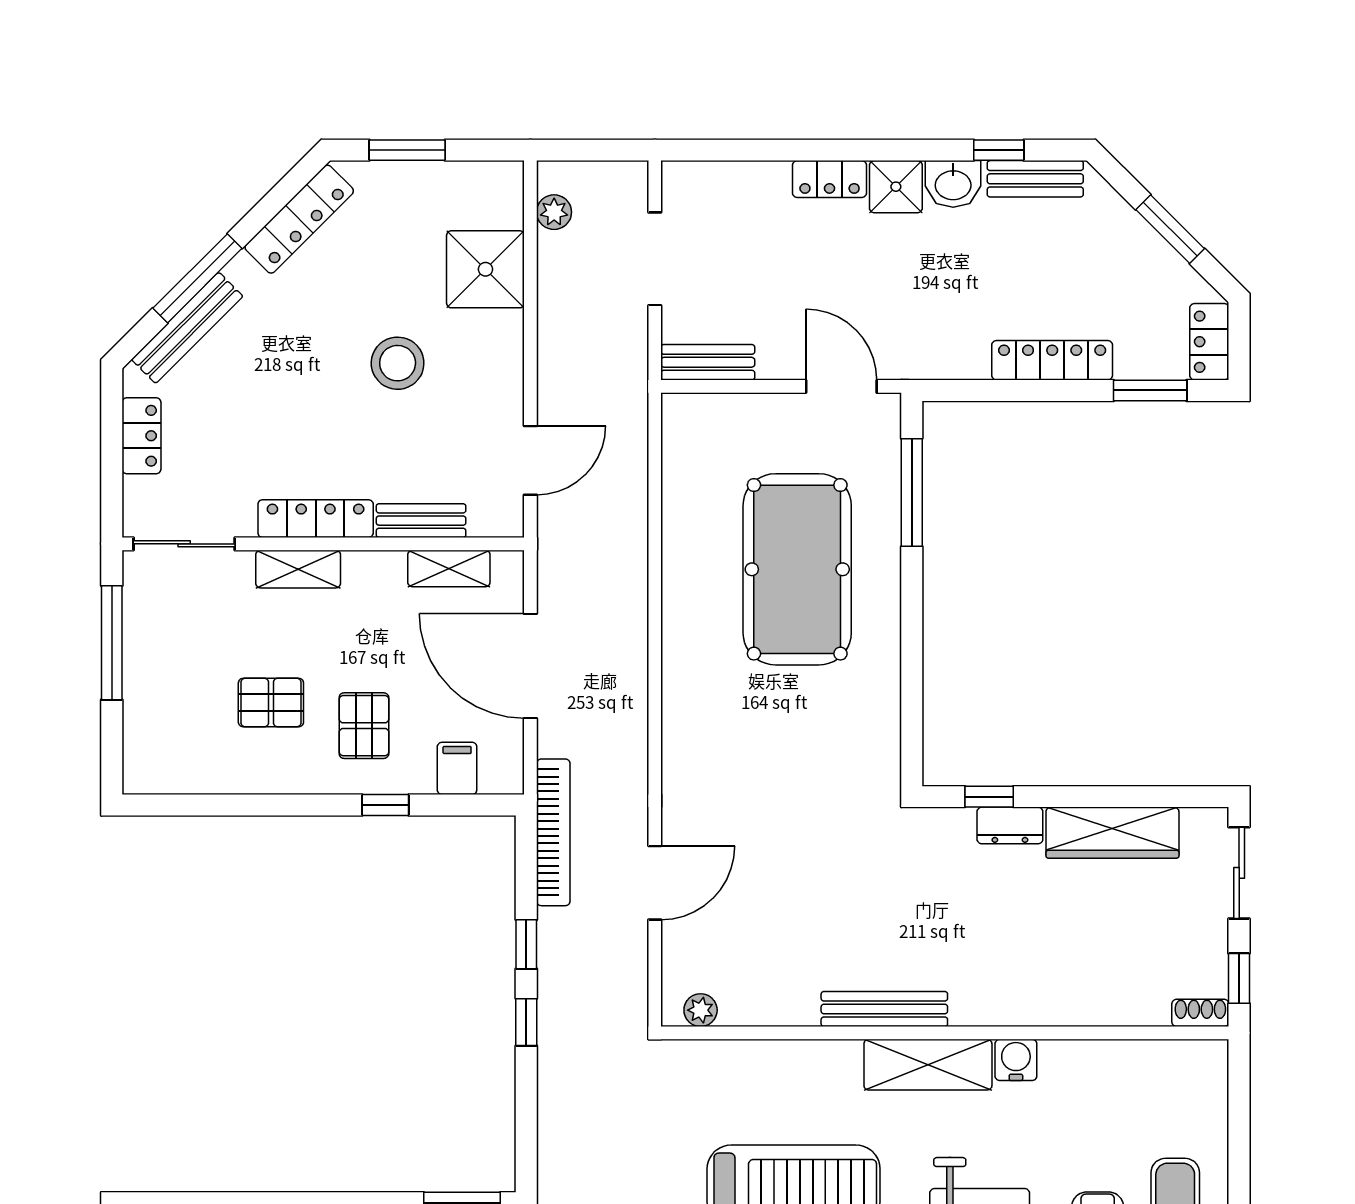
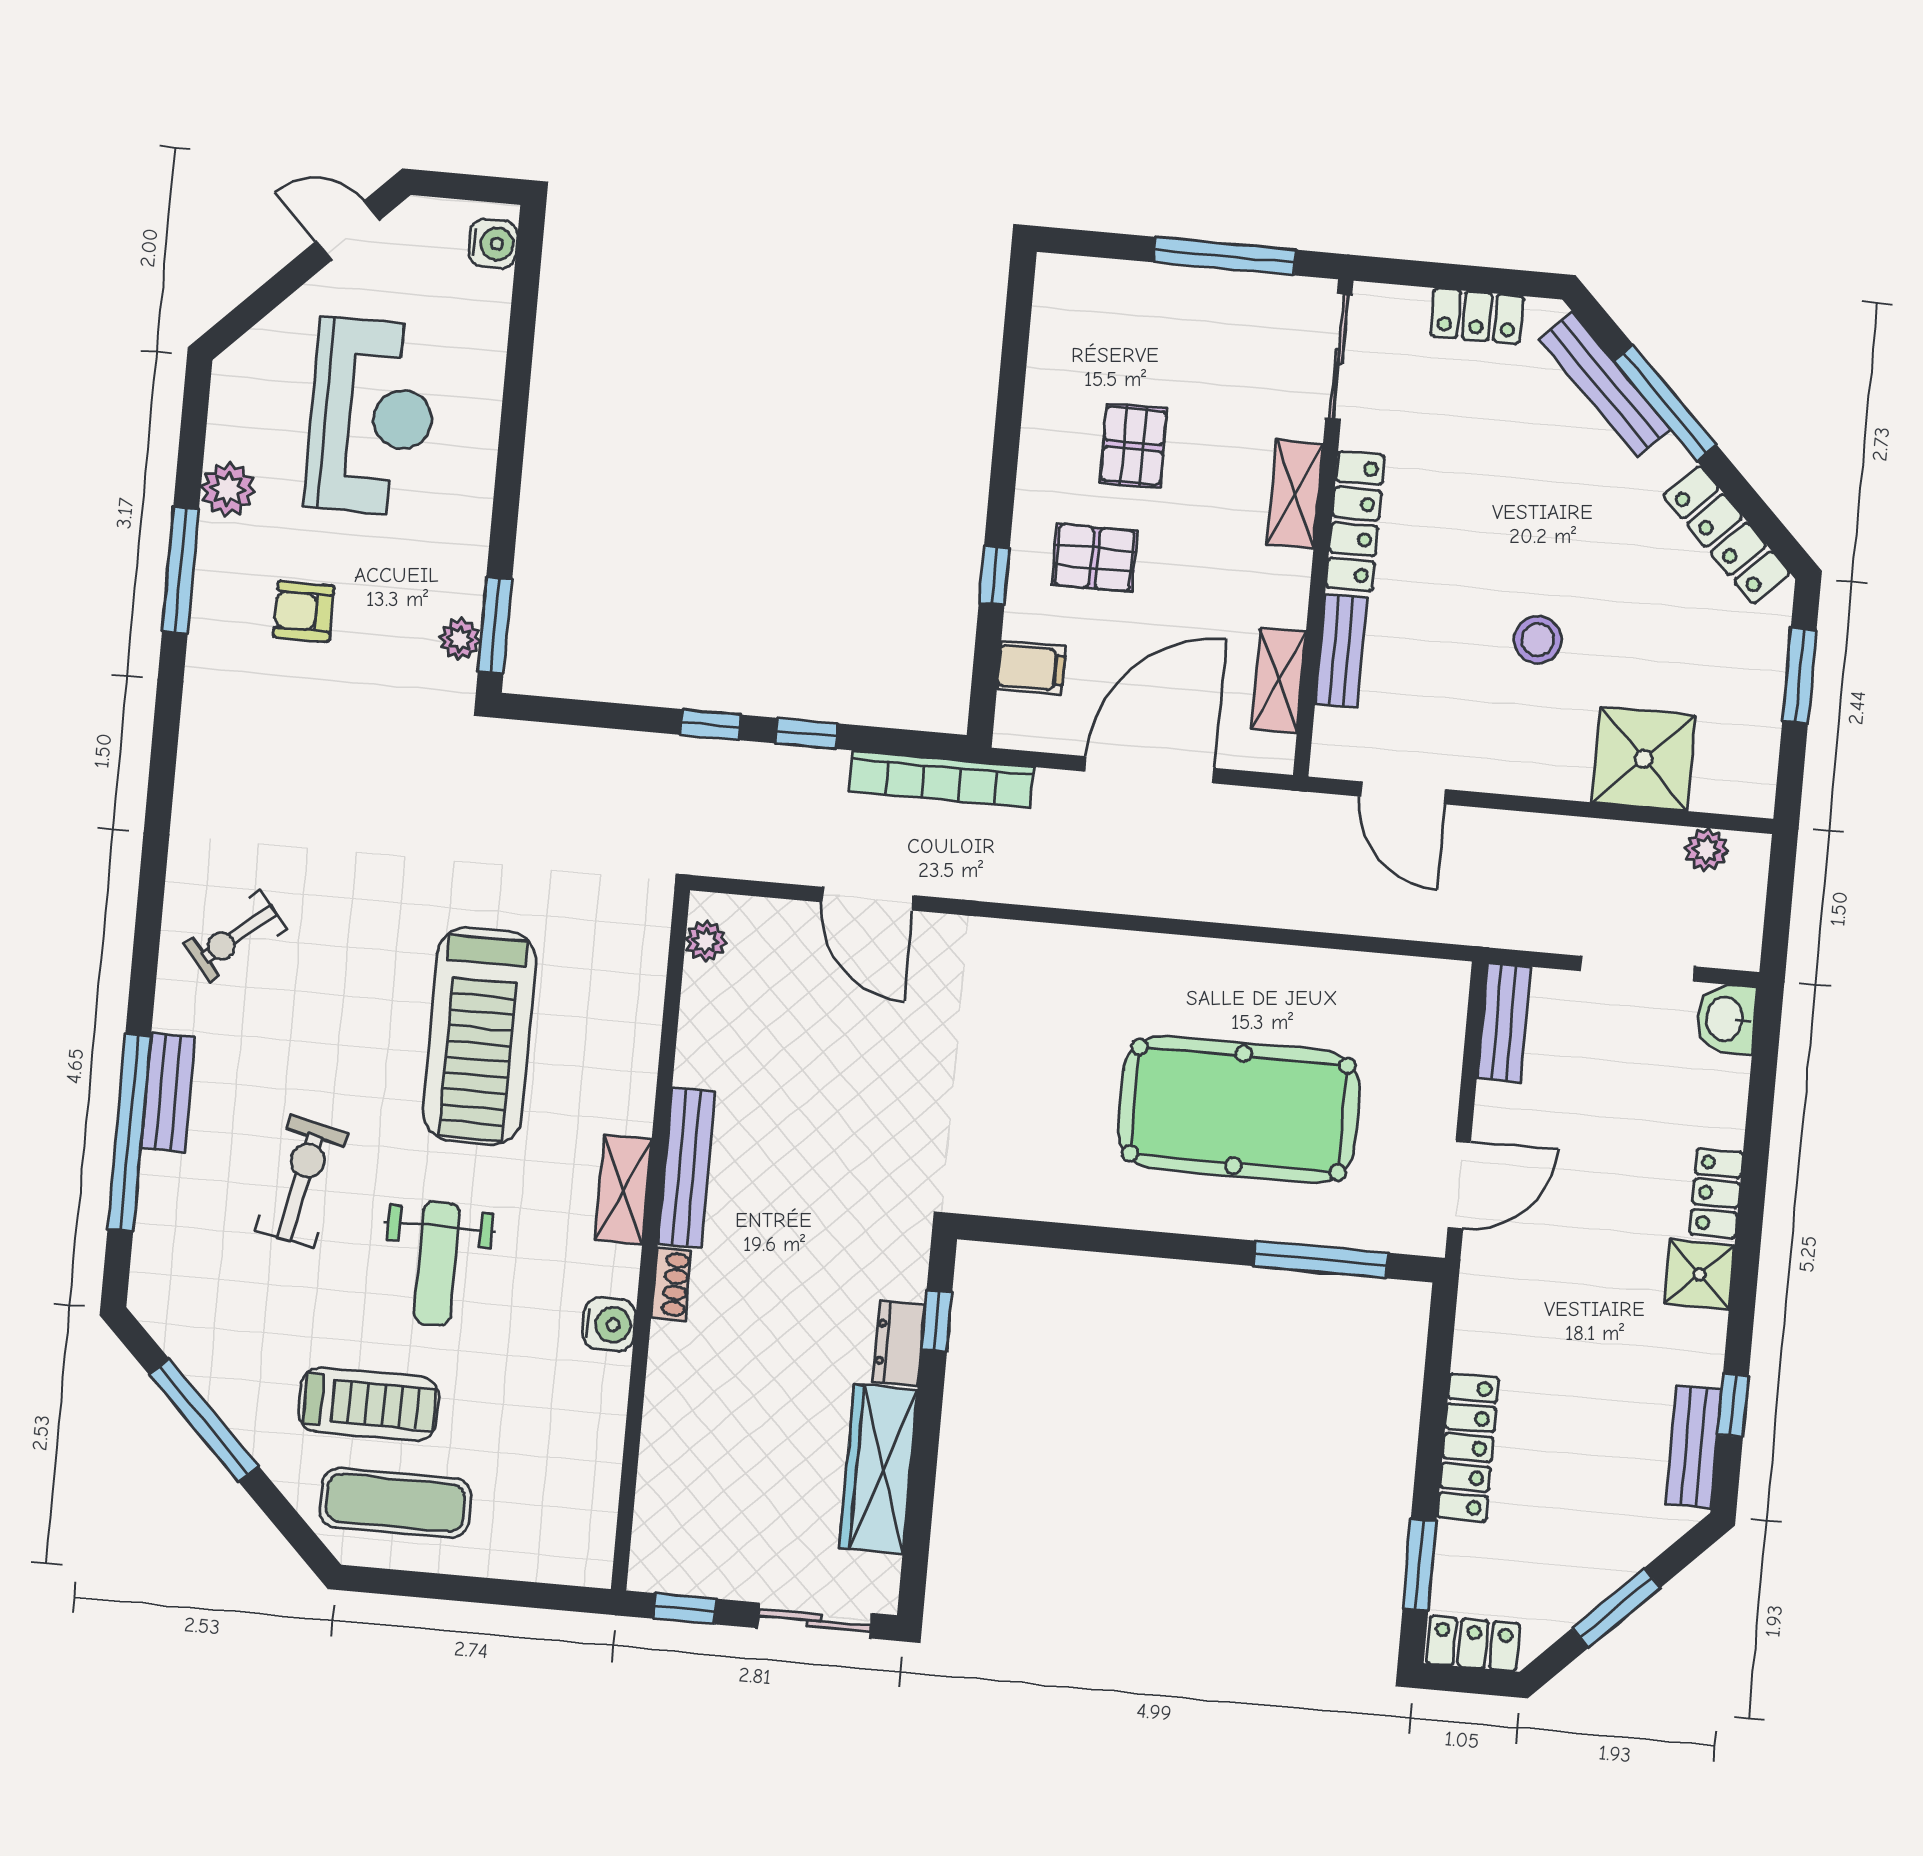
washbasin: (953, 184) -> (1726, 1019), moved
stool: (398, 363) -> (1538, 640), width x0.73, depth x0.73
shoe rack: (1200, 1013) -> (671, 1284), moved
shelving: (928, 1065) -> (623, 1190), width x0.67, depth x0.75

